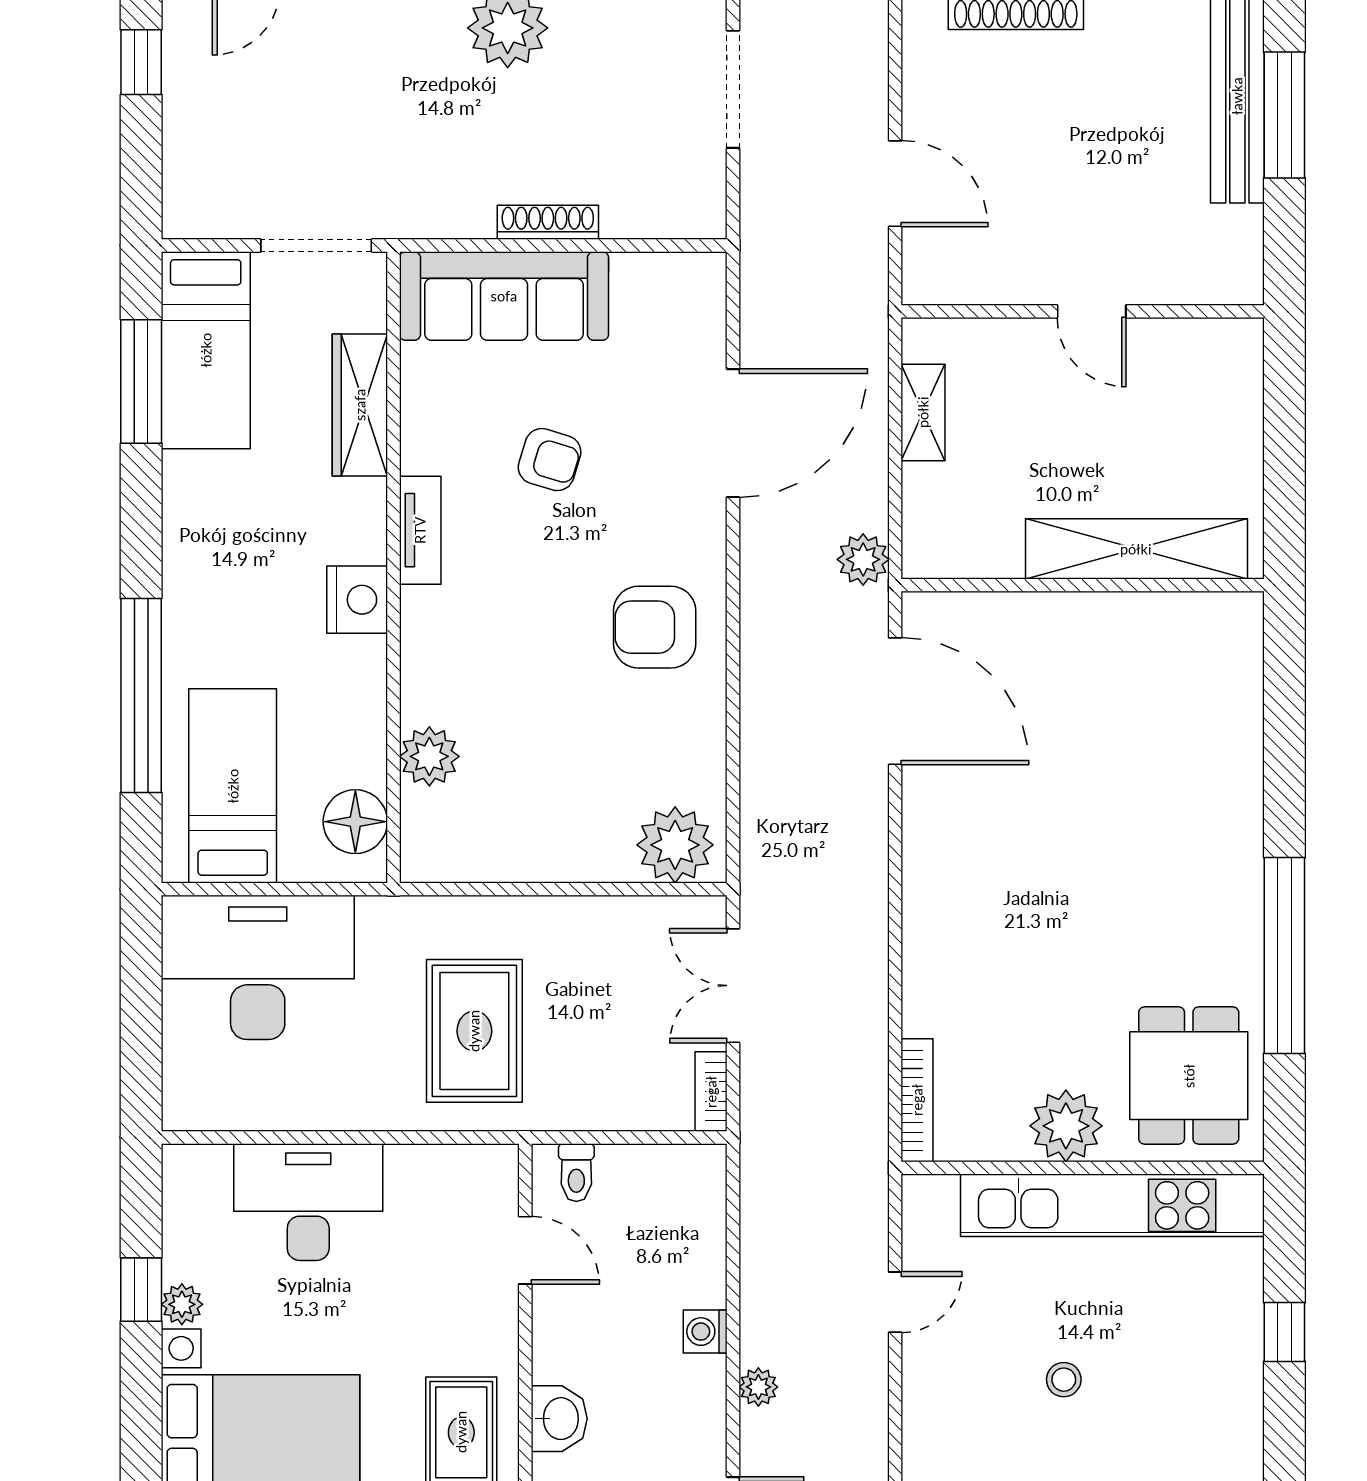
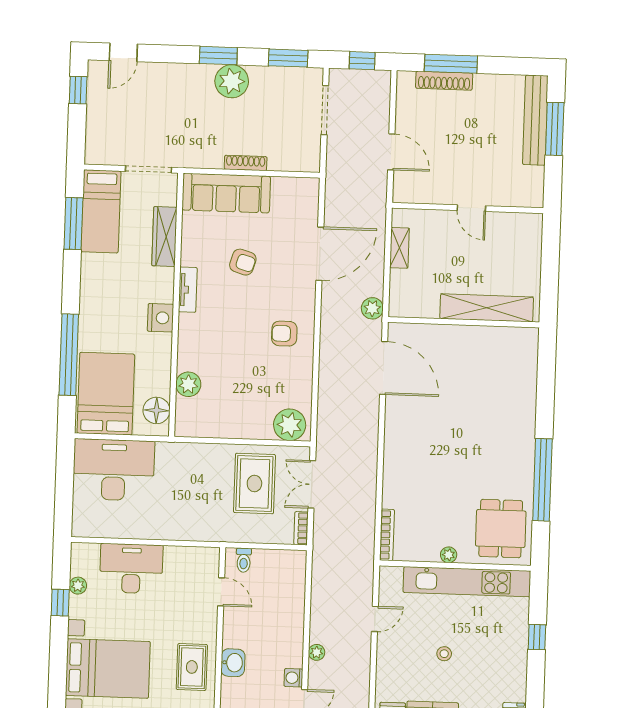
armchair: (655, 627) -> (284, 334), width x0.72, depth x0.72
bed: (233, 786) -> (106, 394), width x1.50
rug: (474, 1031) -> (254, 483), moved
plant: (1066, 1126) -> (449, 555), width x0.53, depth x0.53
plant: (182, 1304) -> (78, 586), moved
washing machine: (705, 1332) -> (293, 678), moved

